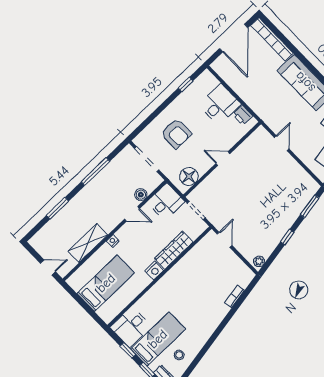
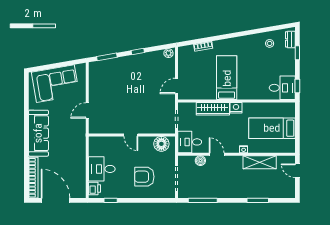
door: (234, 38) -> (56, 200), hinge flipped
printer: (243, 115) -> (94, 189), moved
armchair: (176, 133) -> (144, 177), turned -90
window: (95, 172) -> (203, 200), moved
bed: (158, 339) -> (227, 78), moved, turned 90
window: (128, 350) -> (297, 86), moved

